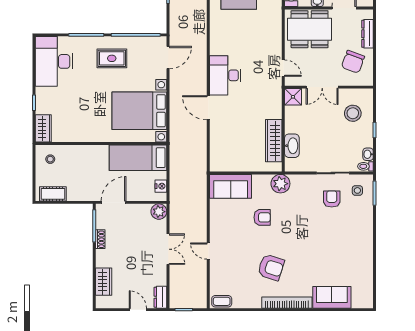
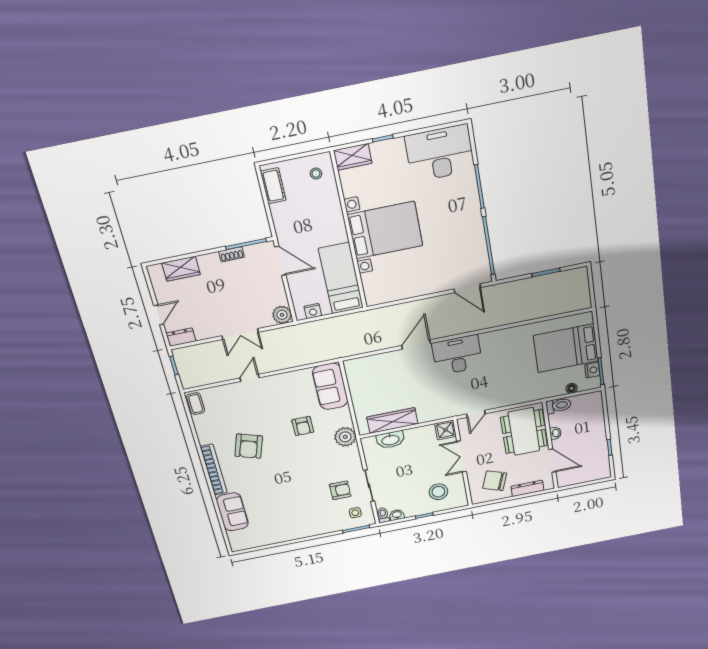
rug: (112, 58) -> (455, 223), removed
bed with nightstands: (139, 111) -> (385, 230), moved, turned 90

